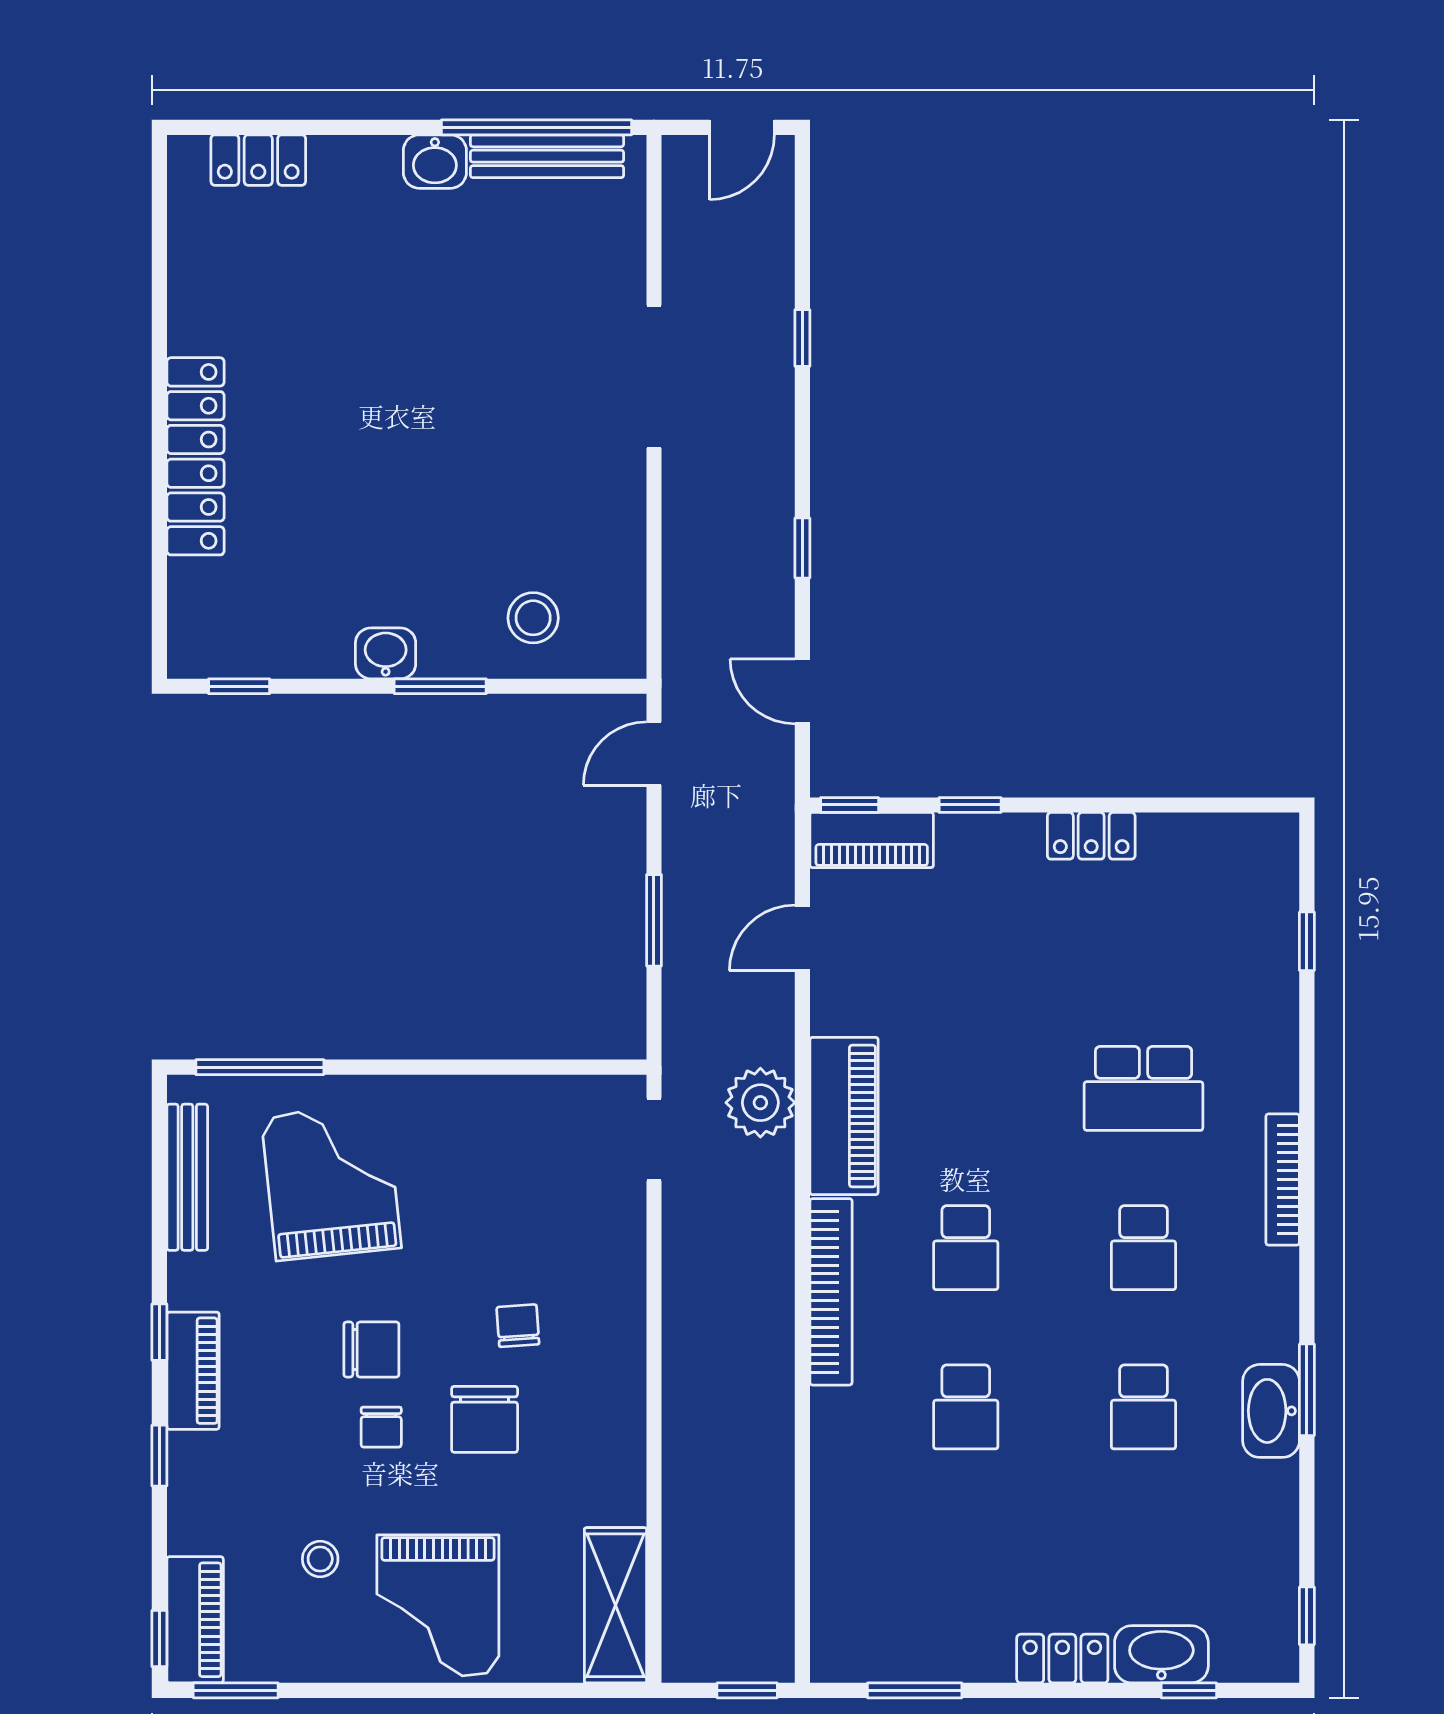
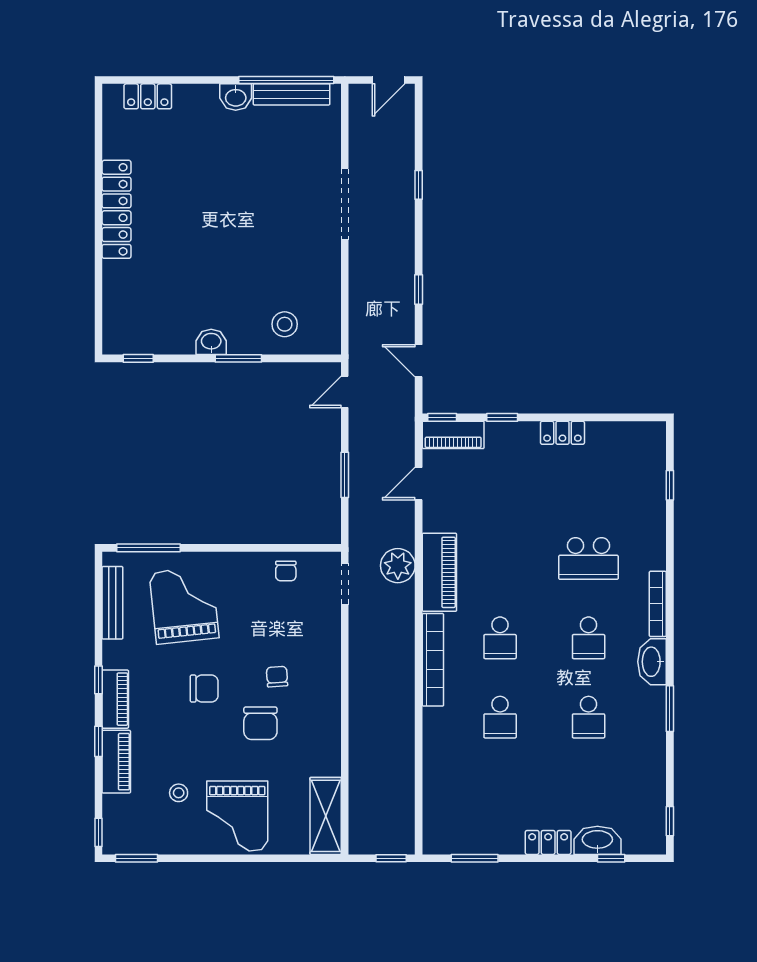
locker: (195, 456) -> (116, 209), moved
washbasin: (1271, 1411) -> (652, 662), moved
chair: (381, 1427) -> (286, 571), moved
piano: (195, 1620) -> (116, 762), moved

